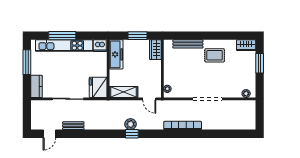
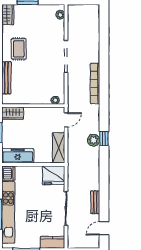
door: (49, 134) -> (104, 228), swing flipped

